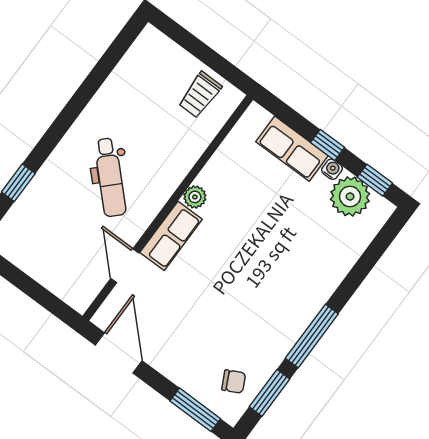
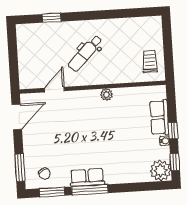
trolley: (200, 95) -> (150, 62), turned 90
plant: (350, 196) -> (160, 171), moved
row of seats: (171, 236) -> (87, 177), moved, turned 180

